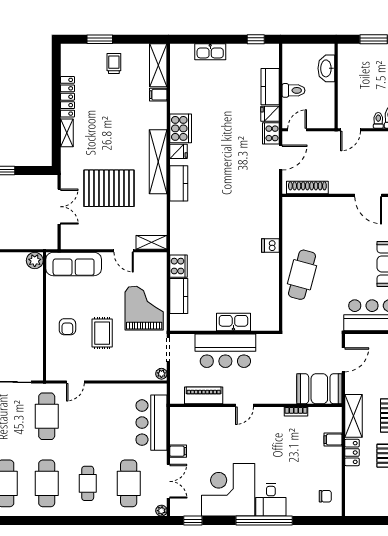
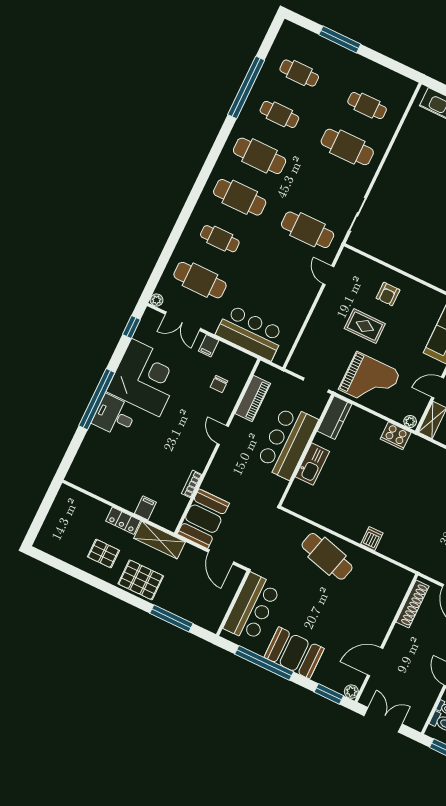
kitchen counter: (179, 296) -> (334, 418), moved, turned -90
armchair: (67, 327) -> (388, 294), turned -90
plant: (161, 374) -> (410, 421), moved
chair: (325, 496) -> (219, 384), moved

